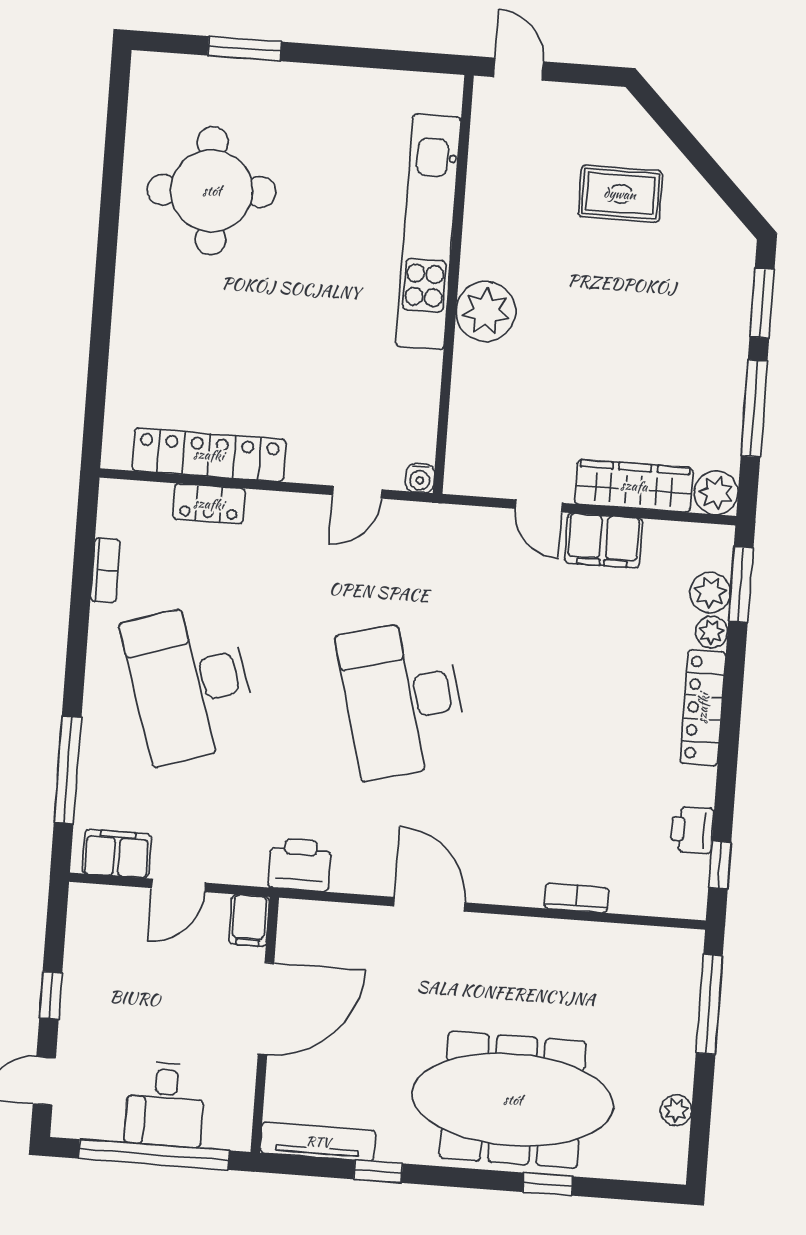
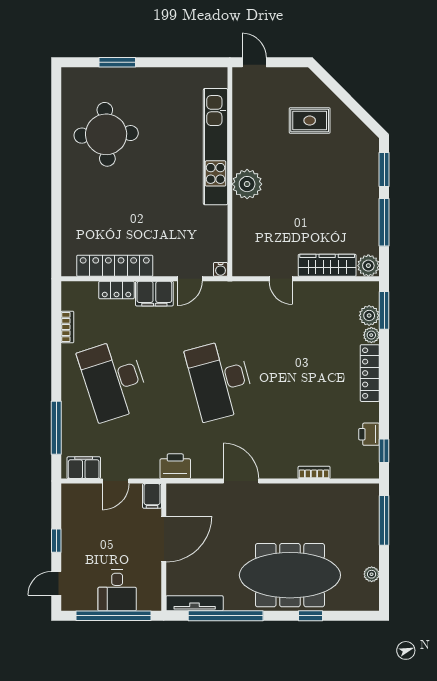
filing cabinet: (604, 541) -> (154, 294), moved
window: (378, 1171) -> (226, 616), width x3.17

